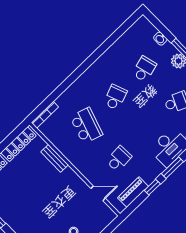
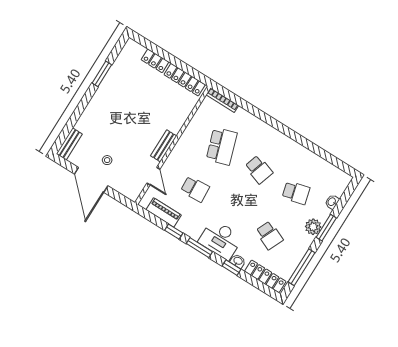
school desk: (115, 97) -> (259, 170), turned 39
school desk: (86, 126) -> (222, 146), turned -36
bench: (55, 158) -> (164, 146), moved

